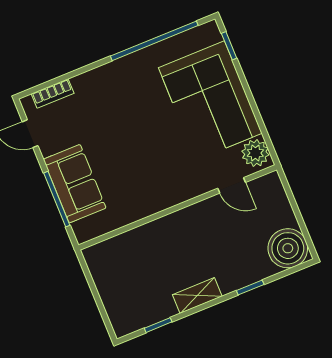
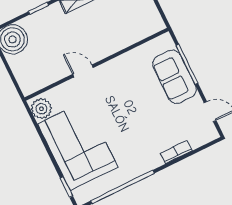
bookcase: (53, 93) -> (176, 152), moved
door: (232, 185) -> (83, 71), moved

